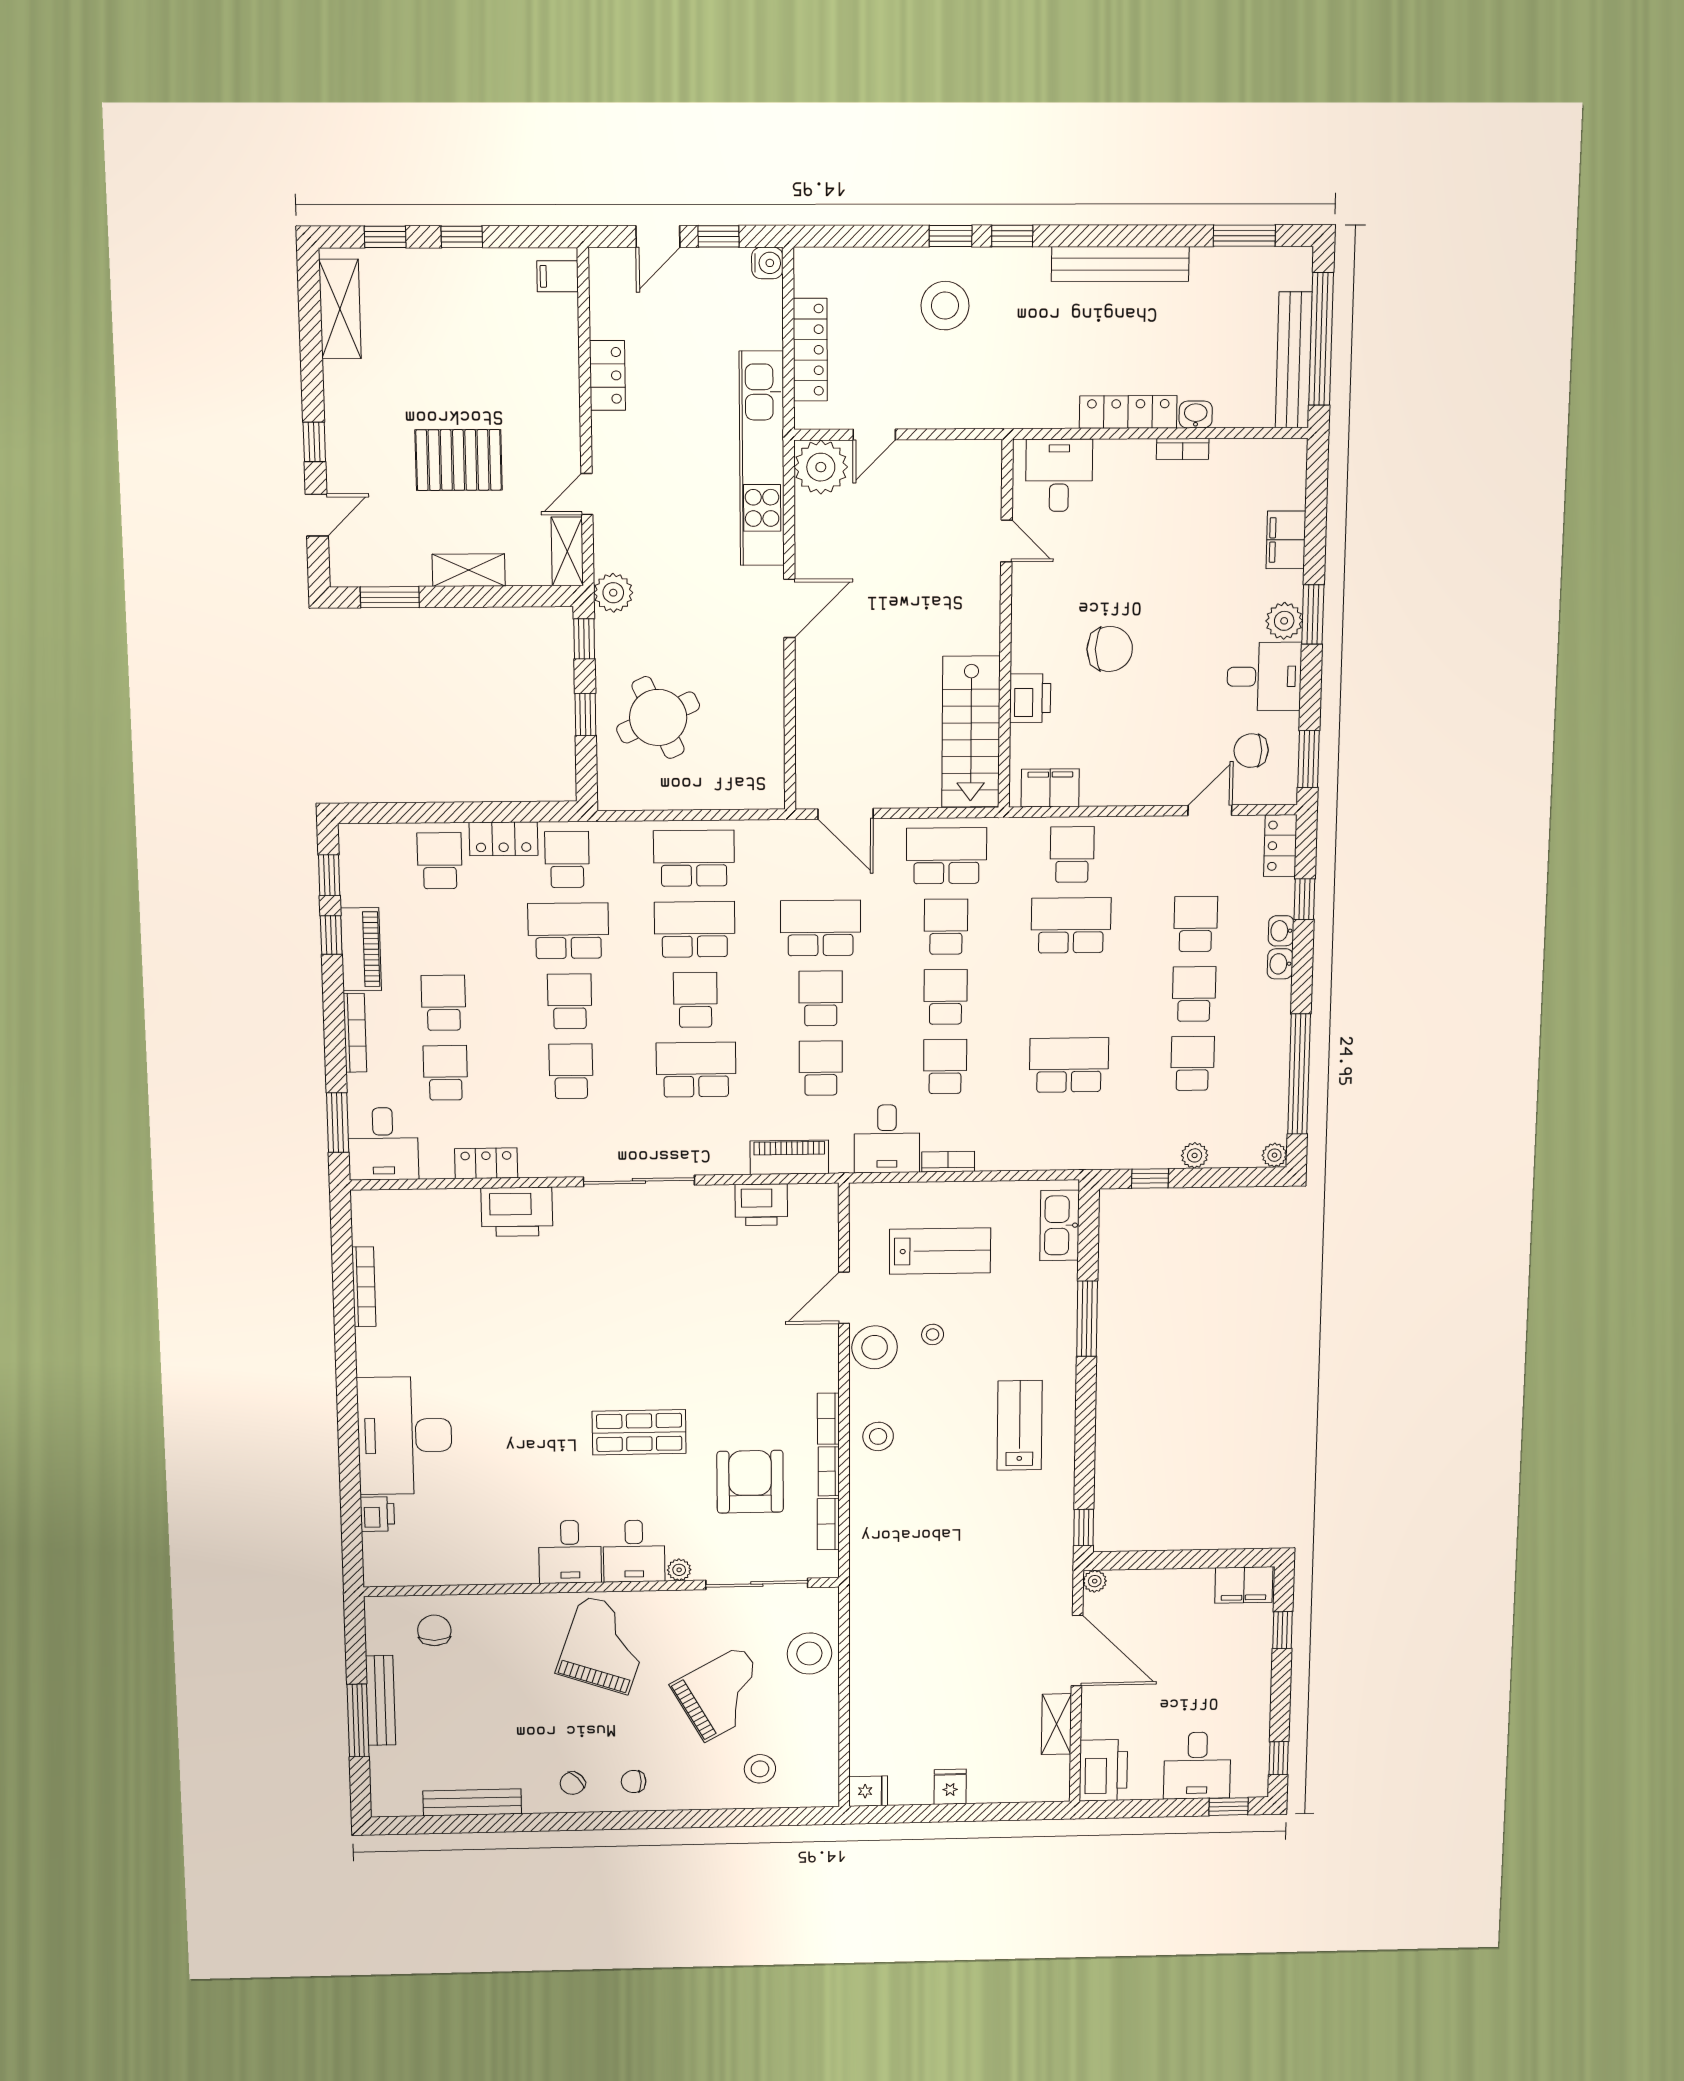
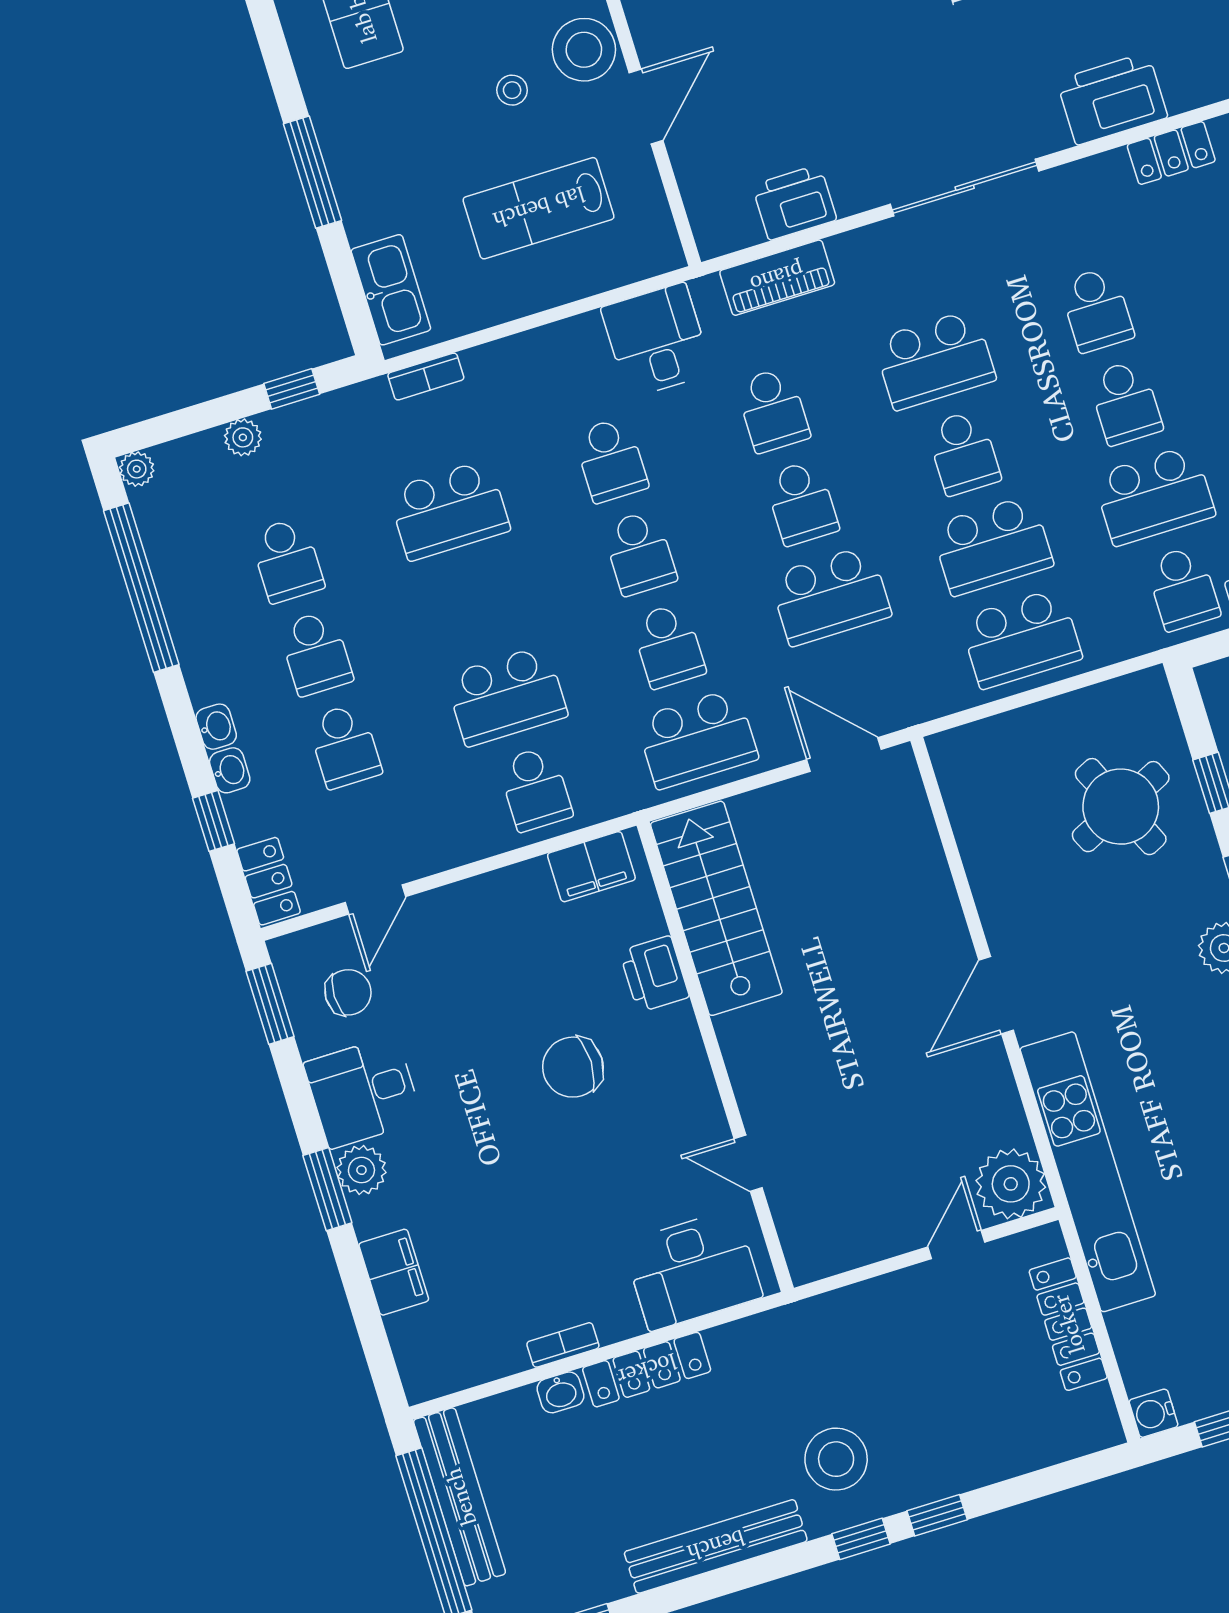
stool: (945, 306) -> (836, 1459), moved
desk: (1059, 475) -> (693, 1270), width x1.37
bookcase: (948, 1162) -> (426, 376), moved

